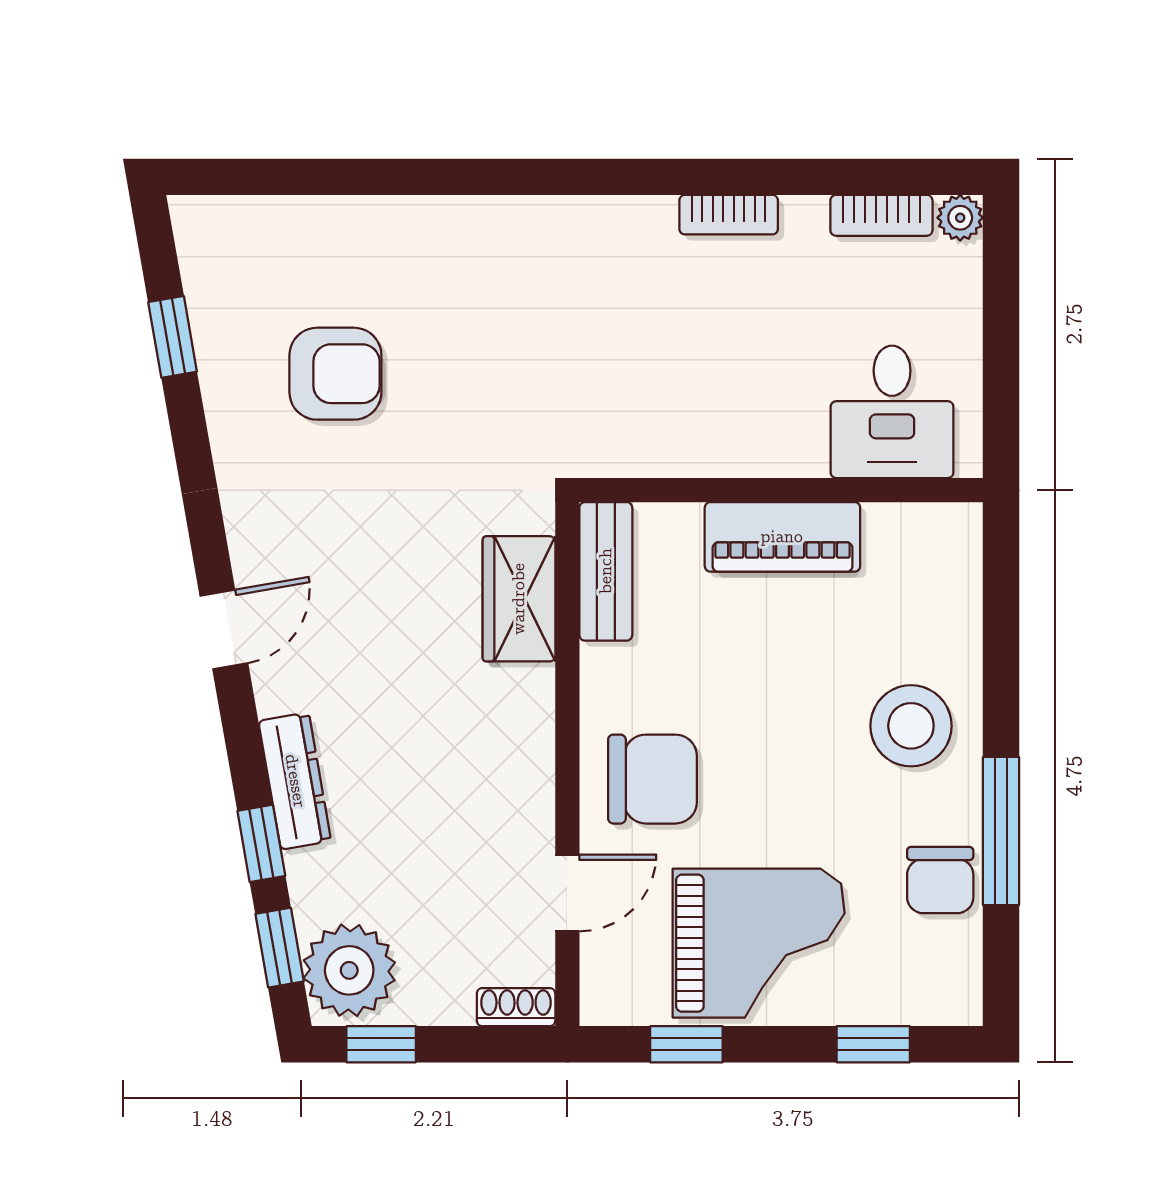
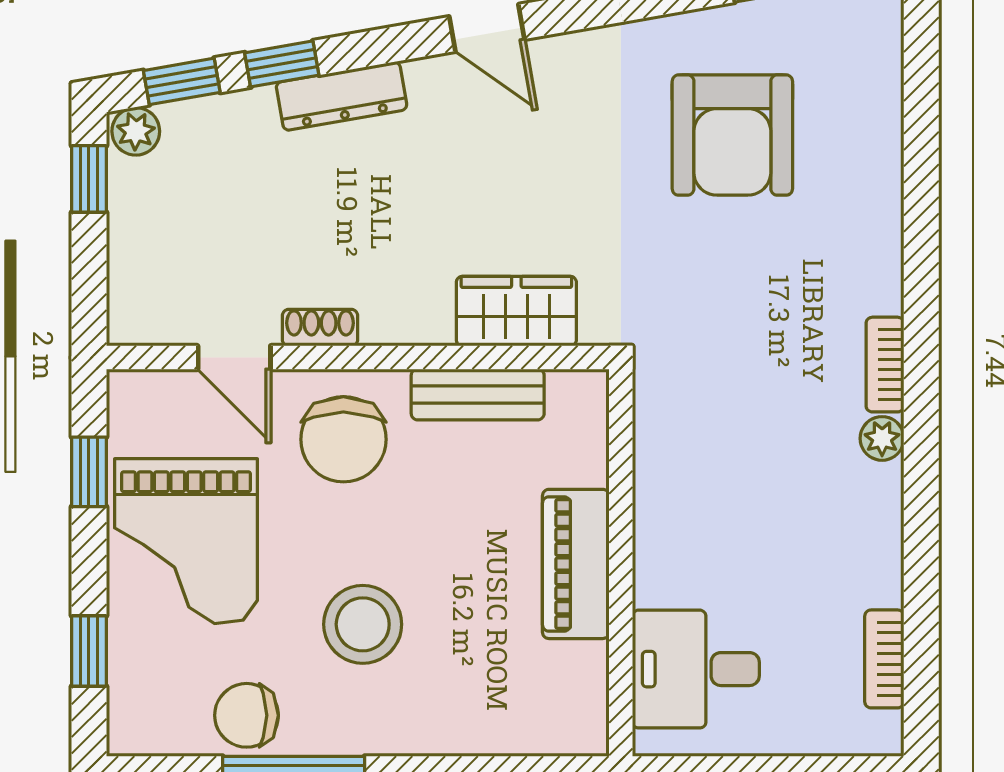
bookcase: (729, 215) -> (885, 365), moved
plant: (960, 218) -> (882, 438), moved
armchair: (335, 374) -> (732, 135), width x1.36, depth x1.36
bench: (606, 571) -> (478, 394), moved
stool: (911, 726) -> (363, 624), moved
plant: (349, 970) -> (136, 131), width x0.53, depth x0.53
shoe rack: (516, 1007) -> (320, 328), moved, turned -90

